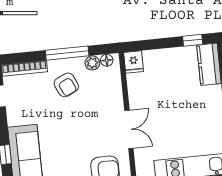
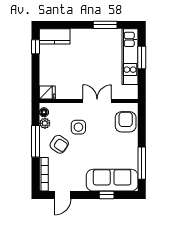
armchair: (66, 85) -> (59, 144), turned 59
side table: (92, 108) -> (78, 127), added

